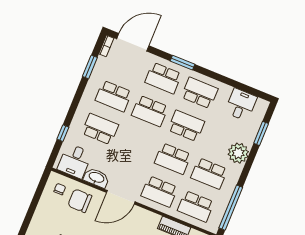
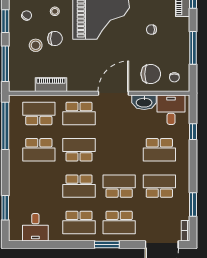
school desk: (163, 78) -> (119, 222), turned 180
plant: (238, 153) -> (19, 180), removed
school desk: (209, 173) -> (39, 150), turned 180
school desk: (159, 192) -> (79, 113), turned 180
window: (32, 209) -> (193, 48), added

